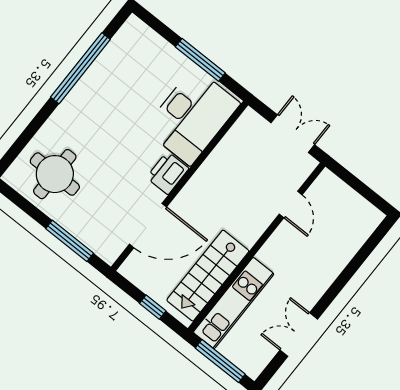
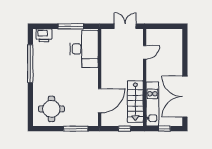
printer: (168, 173) -> (44, 35), moved, turned -90
door: (291, 205) -> (145, 52), hinge flipped
double door: (299, 335) -> (185, 97), width x1.87
window: (220, 361) -> (164, 129), width x0.46

